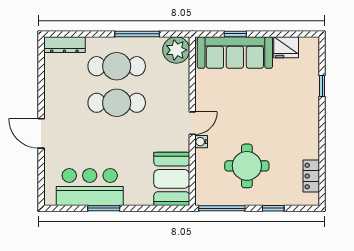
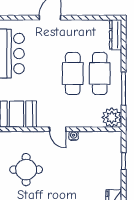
sofa: (235, 53) -> (110, 161), removed
water cooler: (201, 142) -> (74, 136), moved

